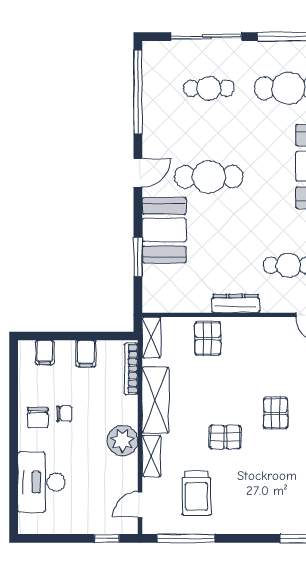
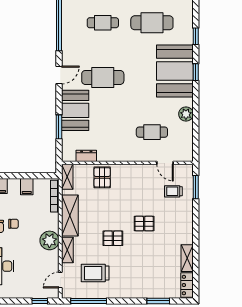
dresser: (236, 304) -> (86, 156), moved, width x0.70
pallet: (276, 413) -> (144, 224), turned 90
trolley: (196, 493) -> (95, 273), turned 90

